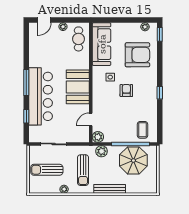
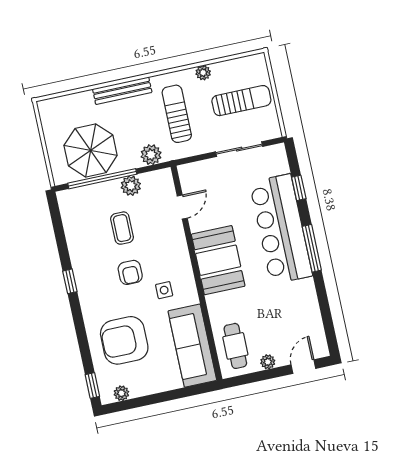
coffee table: (143, 130) -> (122, 228), moved
plant: (98, 137) -> (131, 186), moved

